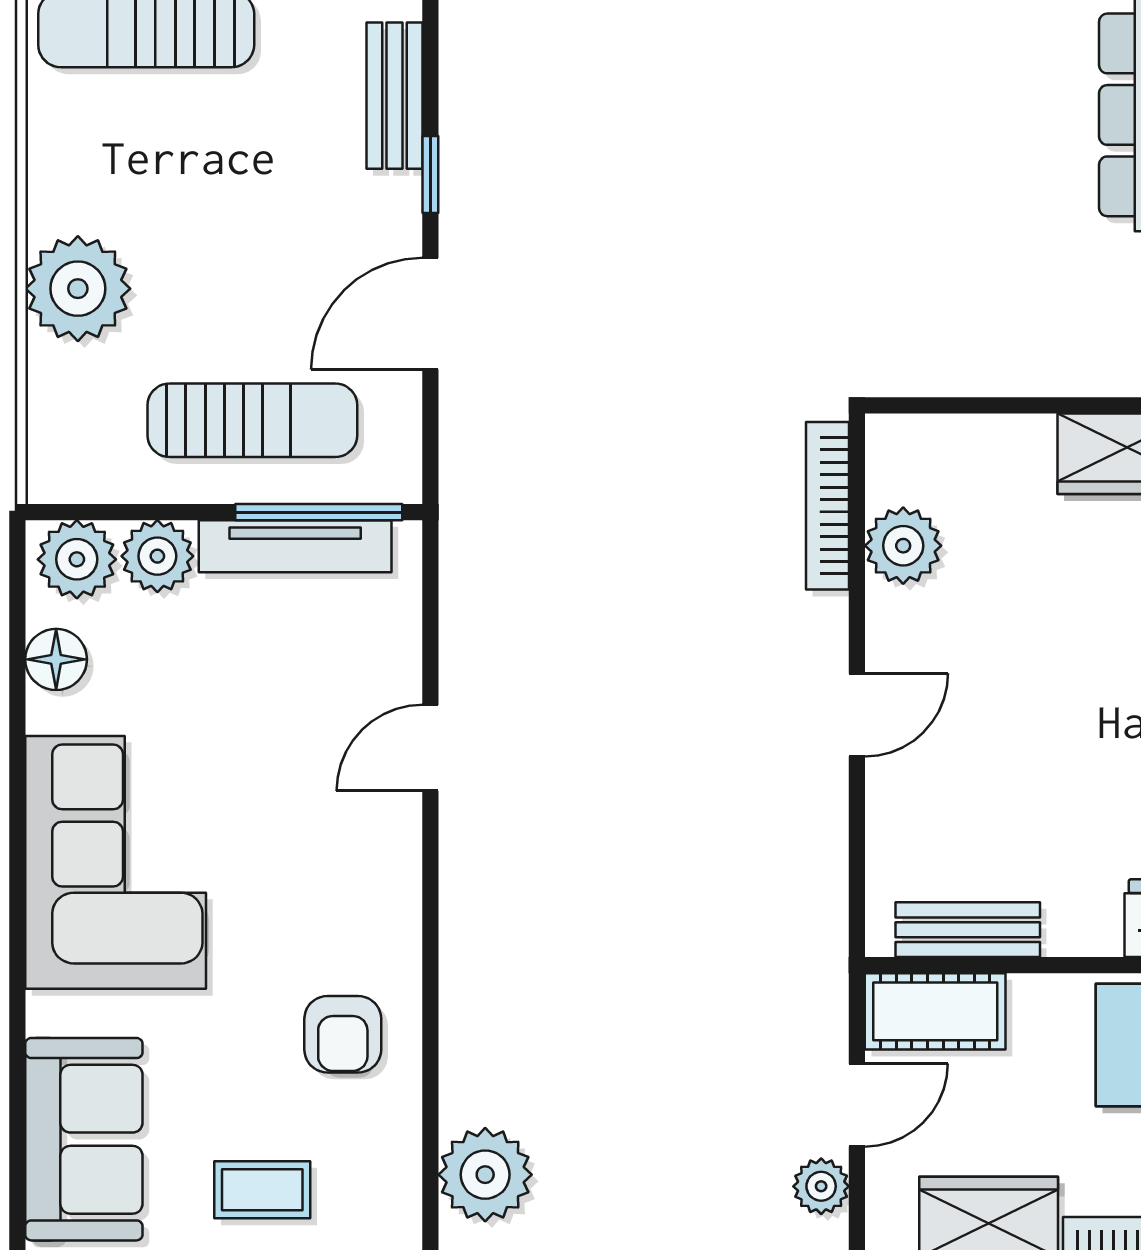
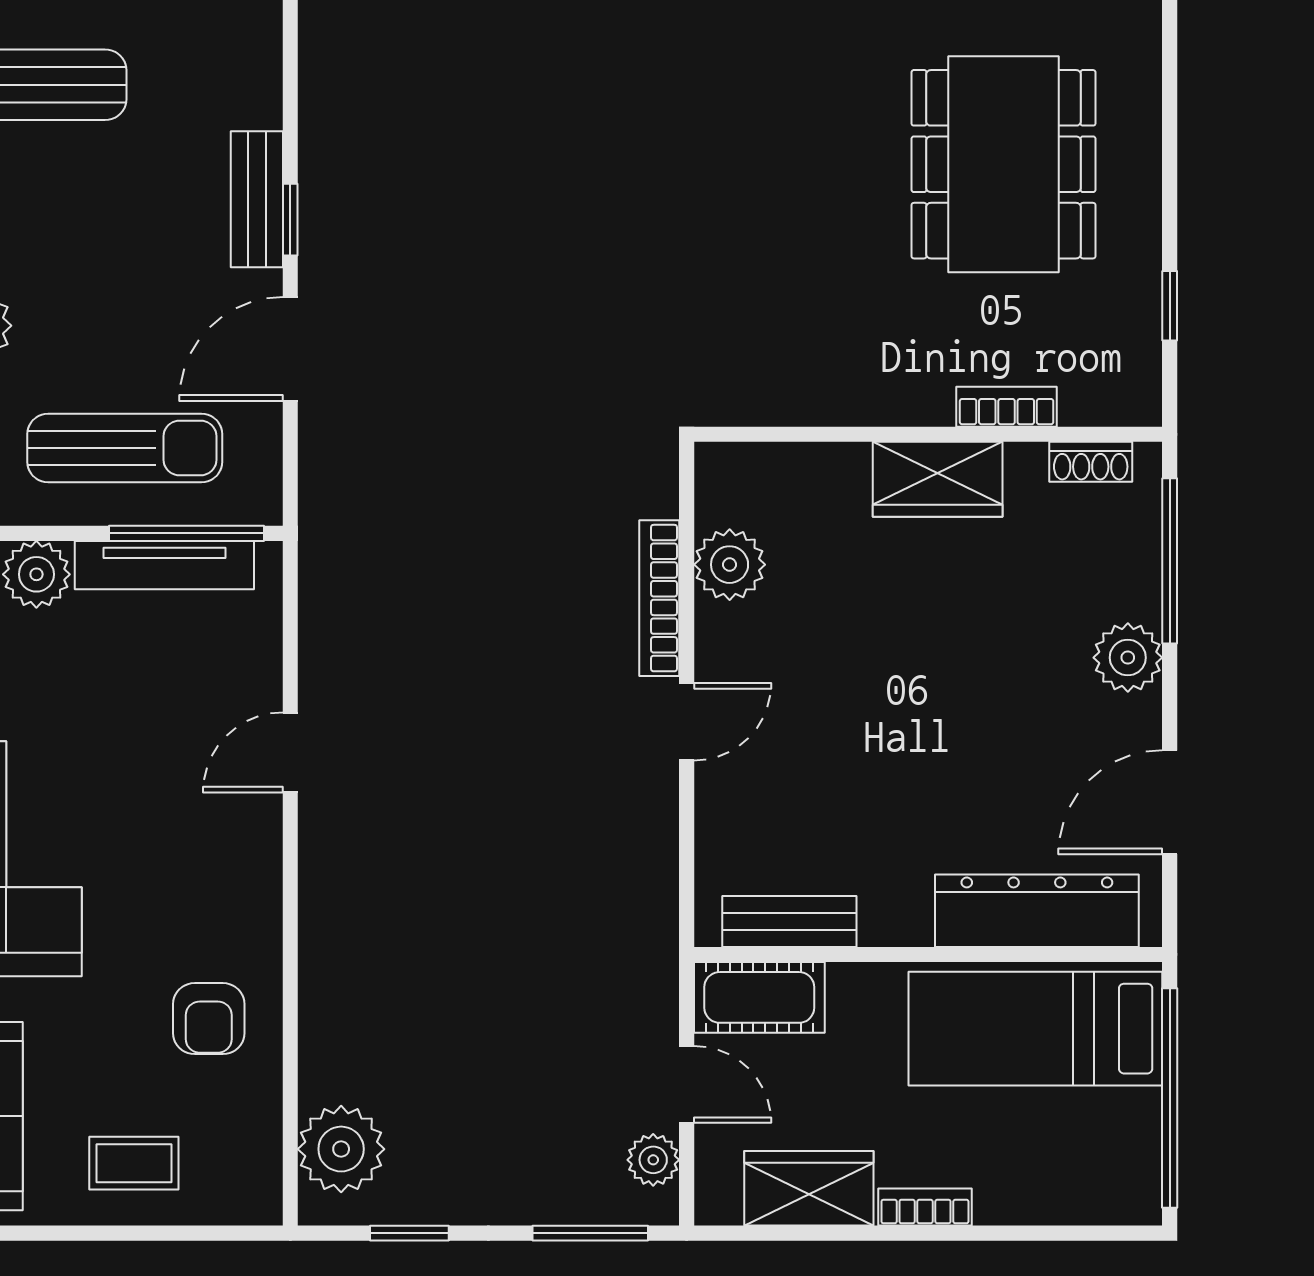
bench: (395, 96) -> (257, 199), moved
bookcase: (828, 506) -> (659, 598), moved
door: (857, 1105) -> (687, 1084), hinge flipped

